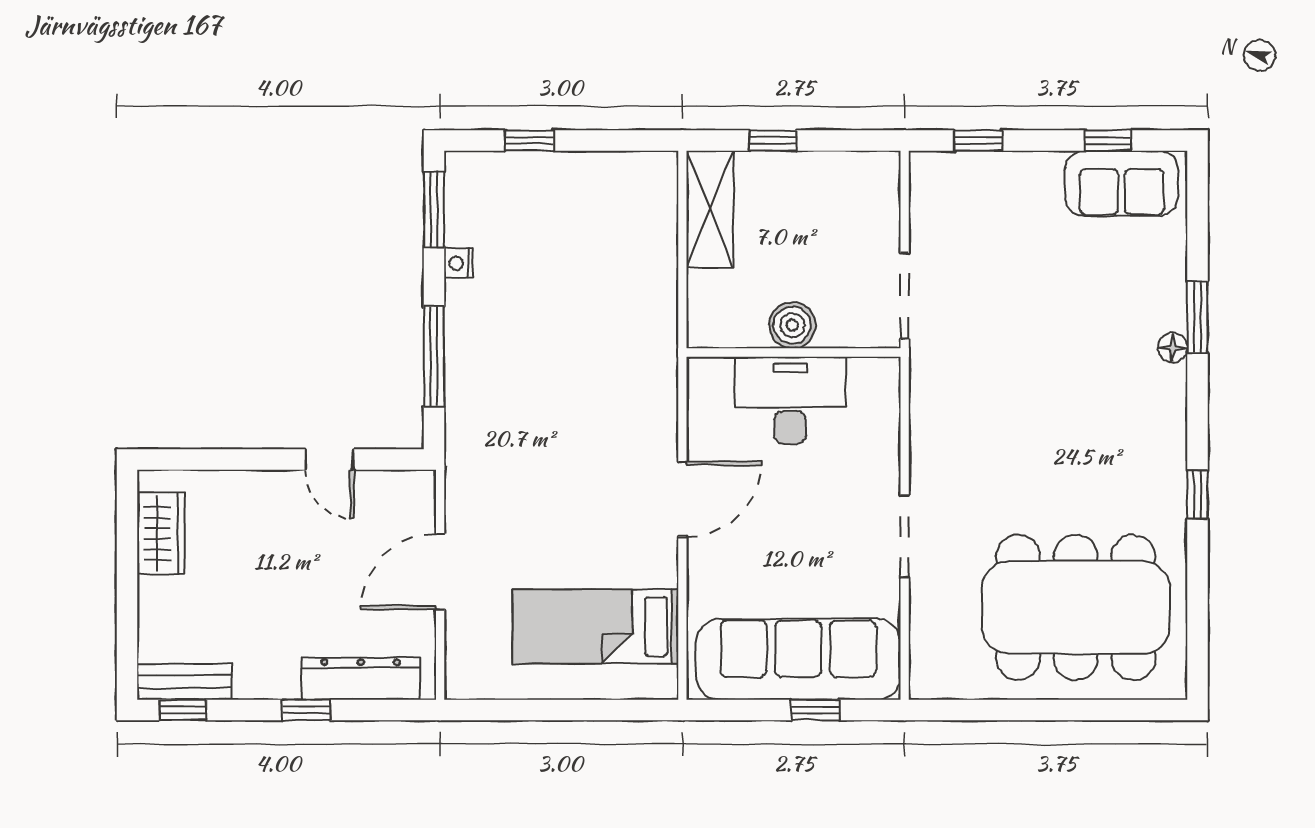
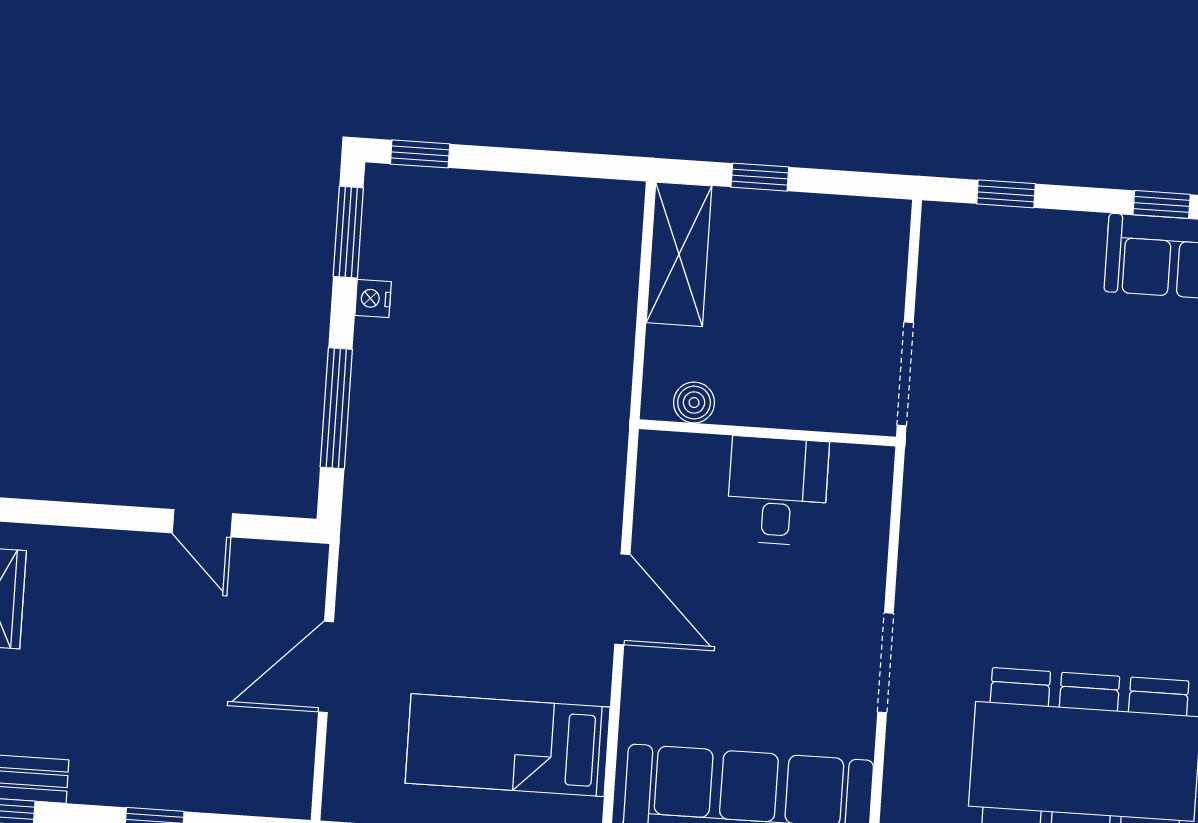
window: (529, 140) -> (420, 154), moved
boiler: (792, 325) -> (694, 403), moved, width x0.73, depth x0.73
desk: (790, 400) -> (778, 491), width x0.73
door: (682, 499) -> (622, 599), hinge flipped
dresser: (361, 679) -> (222, 789), removed

